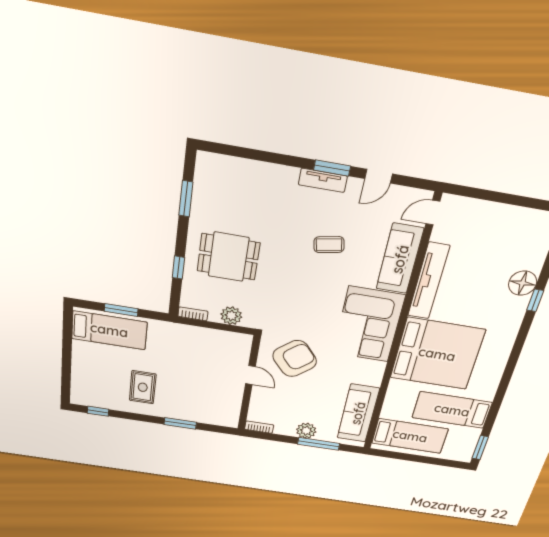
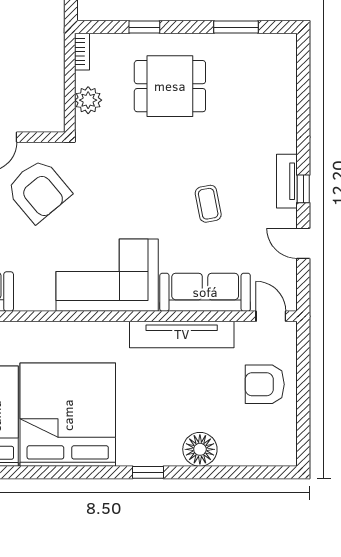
window: (332, 168) -> (303, 189), width x0.67
armchair: (487, 227) -> (265, 384), added
dining table: (229, 257) -> (170, 86), turned 90
window: (535, 300) -> (148, 472), moved
bed: (437, 354) -> (68, 415), moved, turned 180

